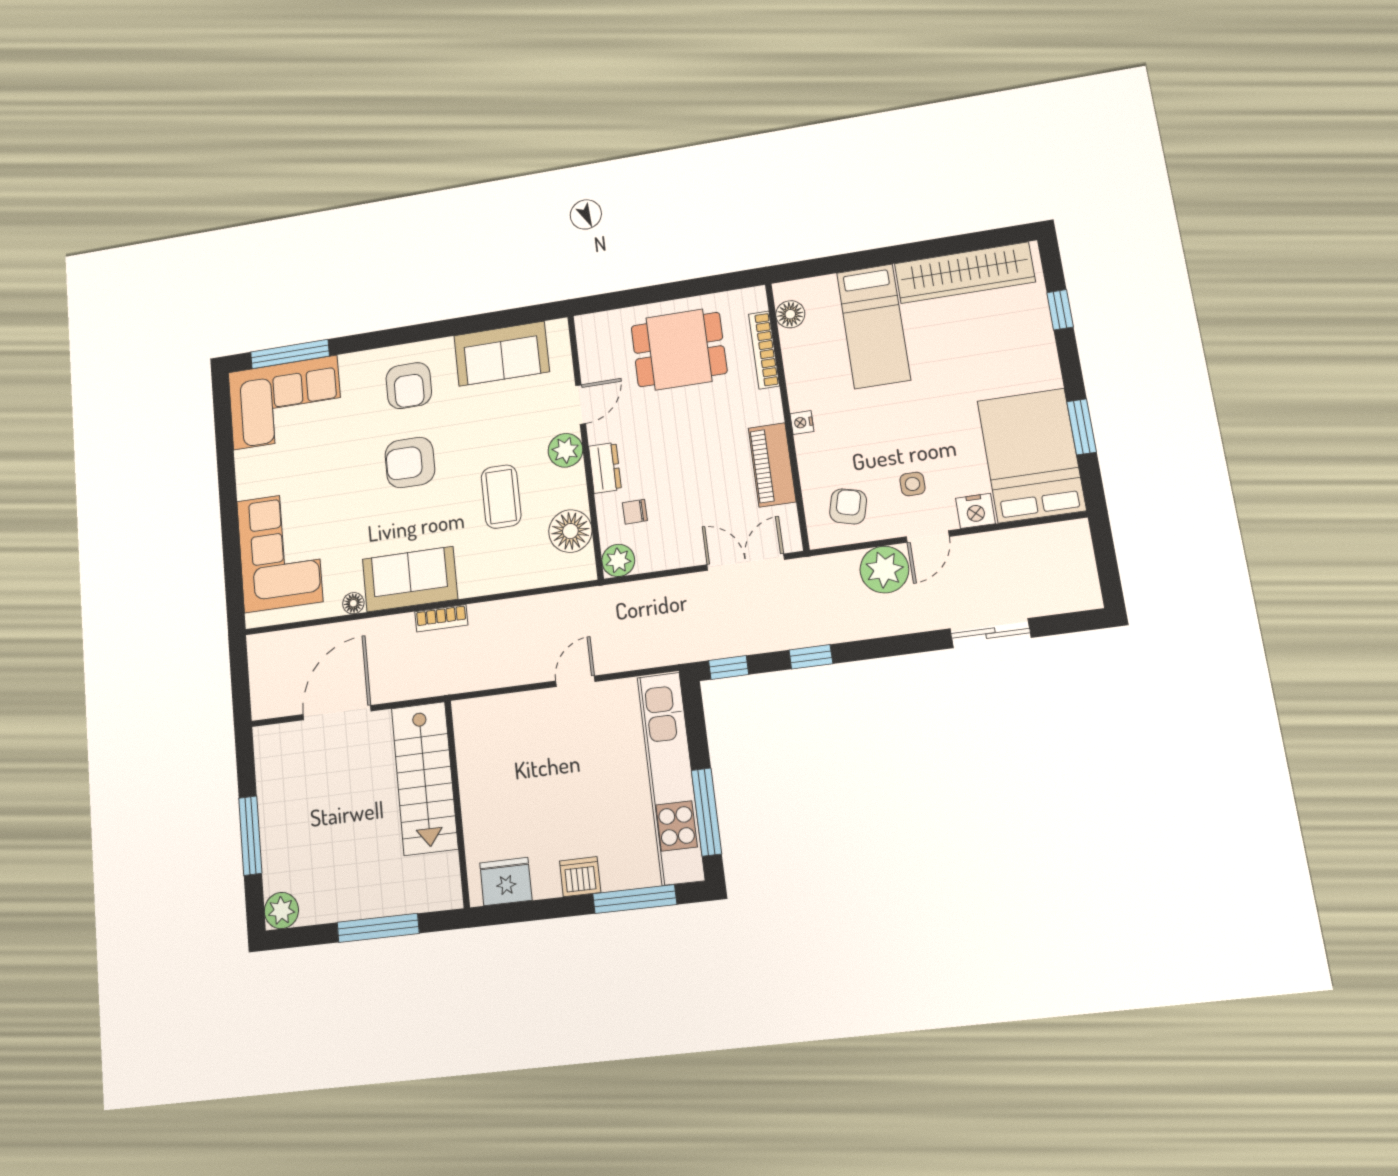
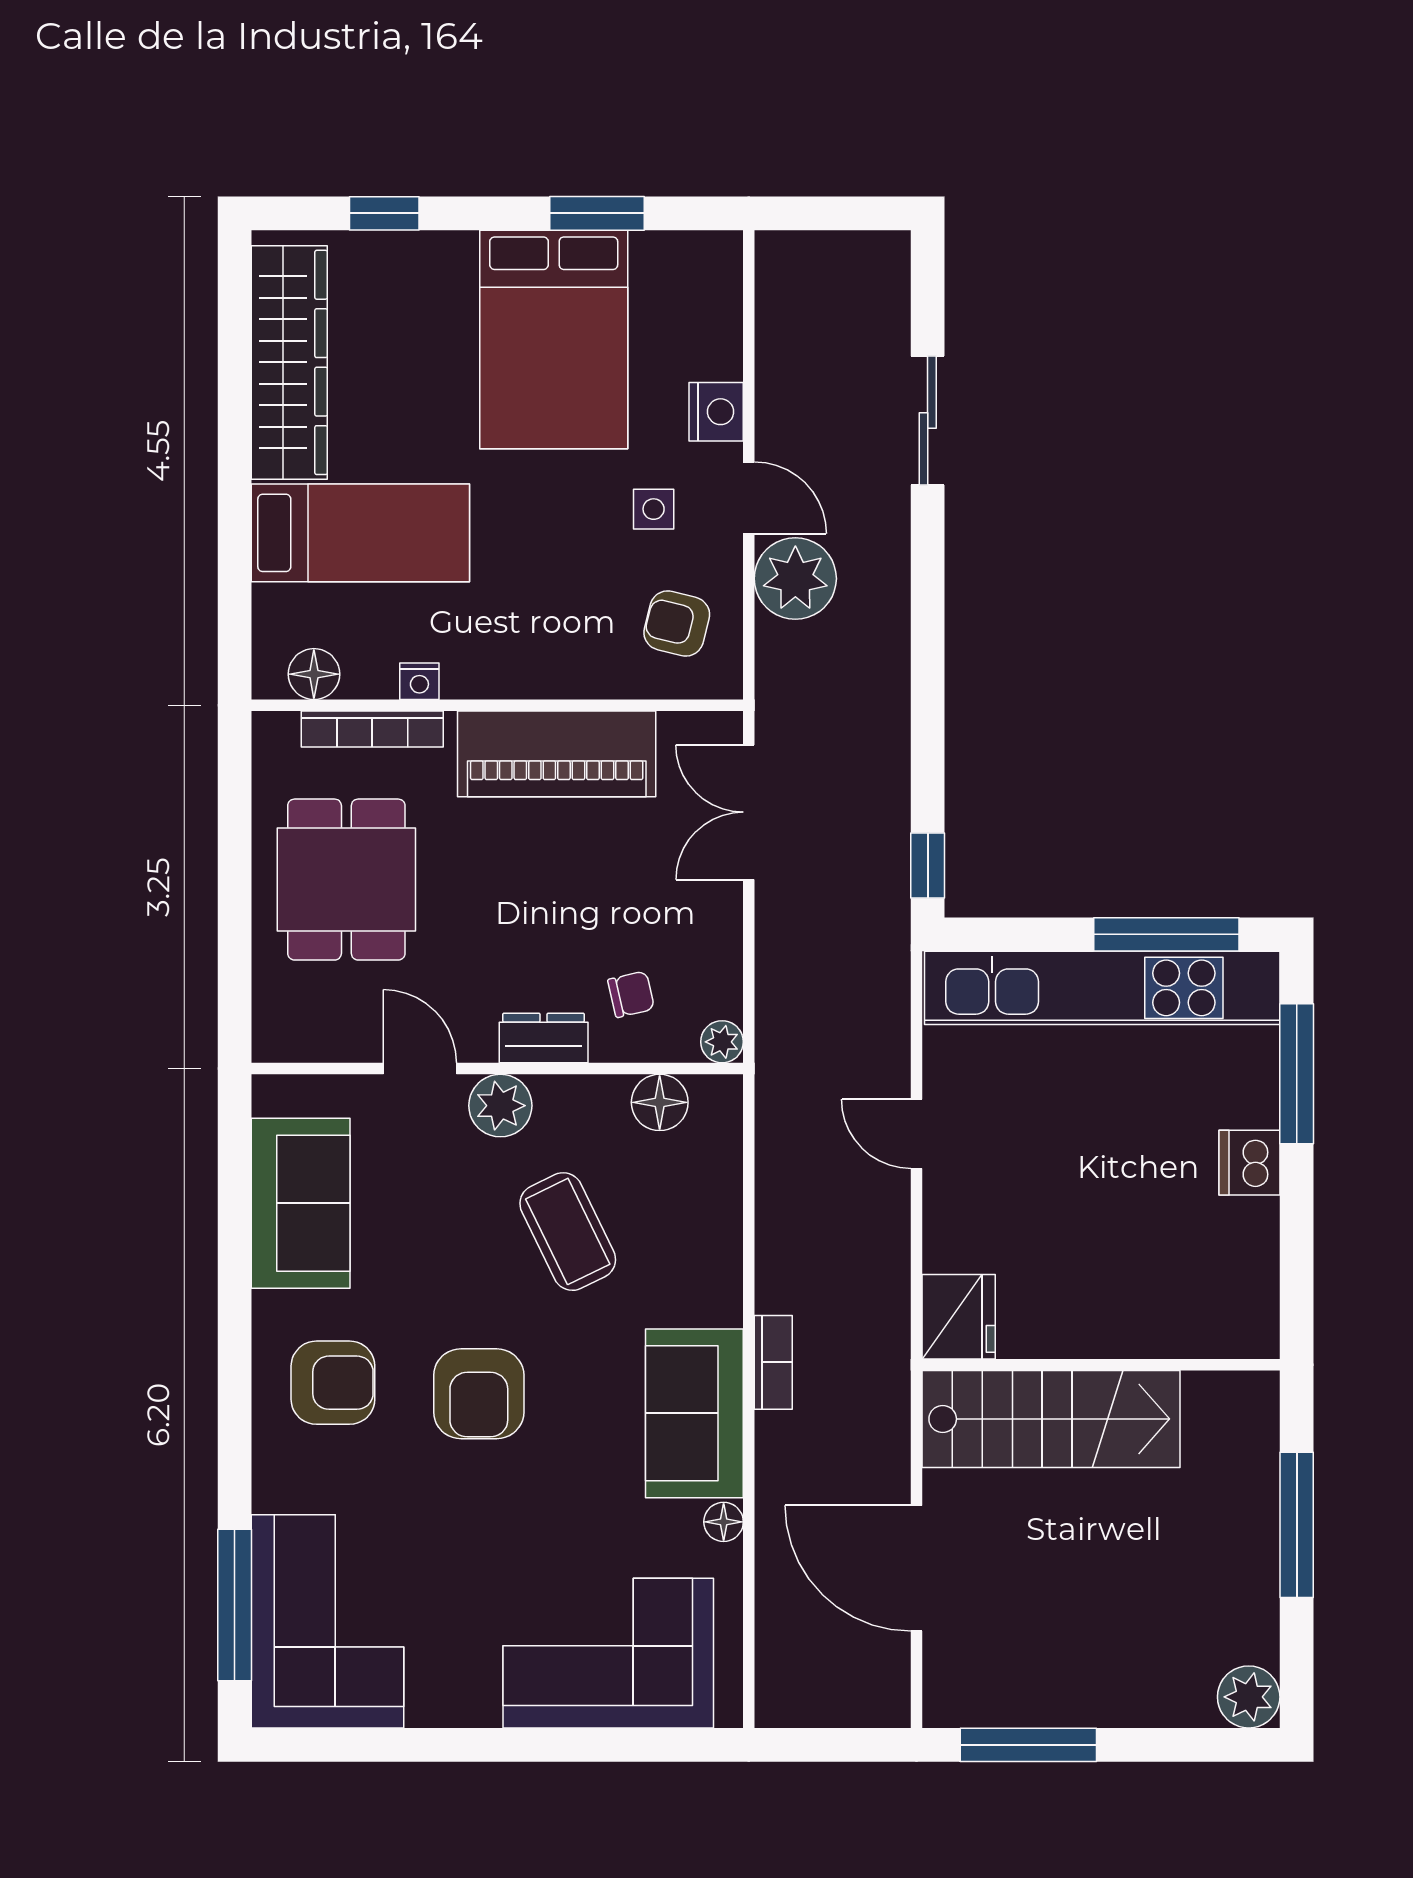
nightstand: (802, 422) -> (419, 681), moved
bed: (1031, 455) -> (554, 340), moved, turned -90
piano: (772, 465) -> (557, 754), width x1.37, depth x1.33
coffee table: (501, 497) -> (568, 1232), turned 64
chair: (635, 512) -> (631, 994), turned -102
floor lamp: (570, 531) -> (660, 1102), width x0.73, depth x0.73
plant: (618, 560) -> (722, 1042), width x0.73, depth x0.73
window: (811, 657) -> (928, 724), removed
window: (250, 836) -> (1028, 1745), moved
fridge: (506, 882) -> (959, 1317), moved, turned 180

